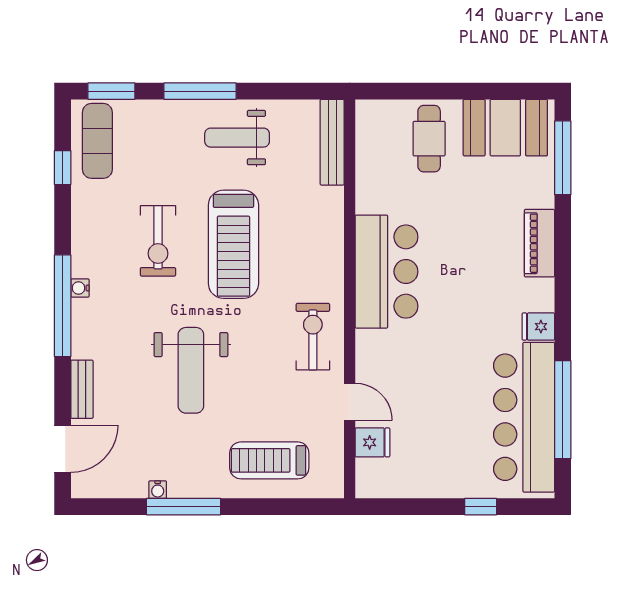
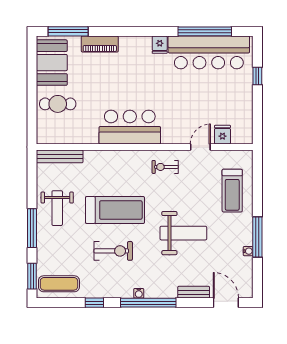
window: (63, 168) -> (94, 303), moved
piano: (539, 243) -> (100, 44), moved
exercise bike: (313, 337) -> (165, 167), width x0.73, depth x0.72

